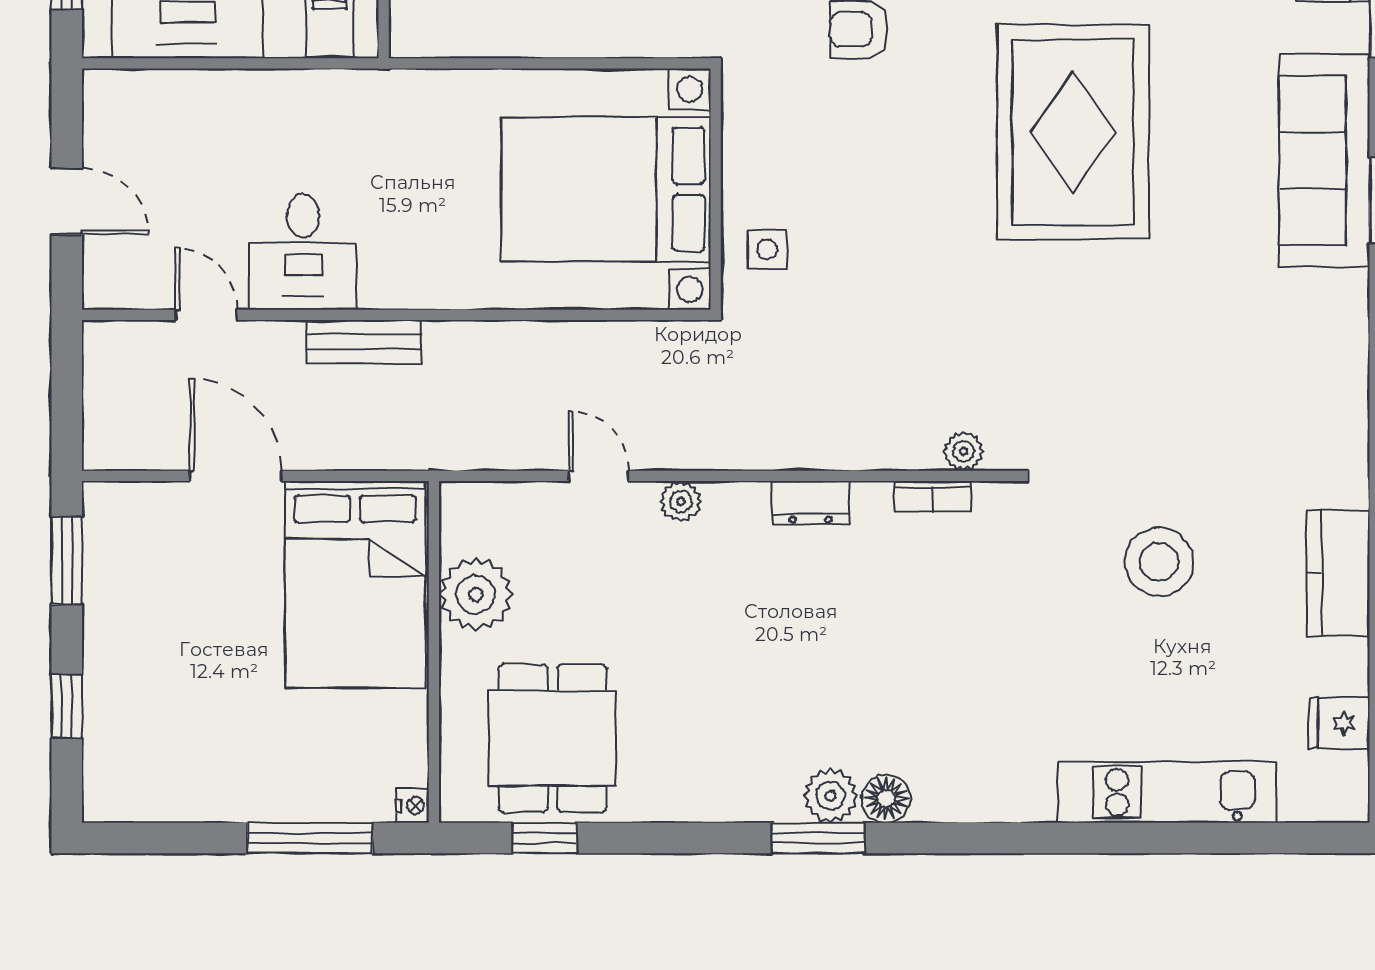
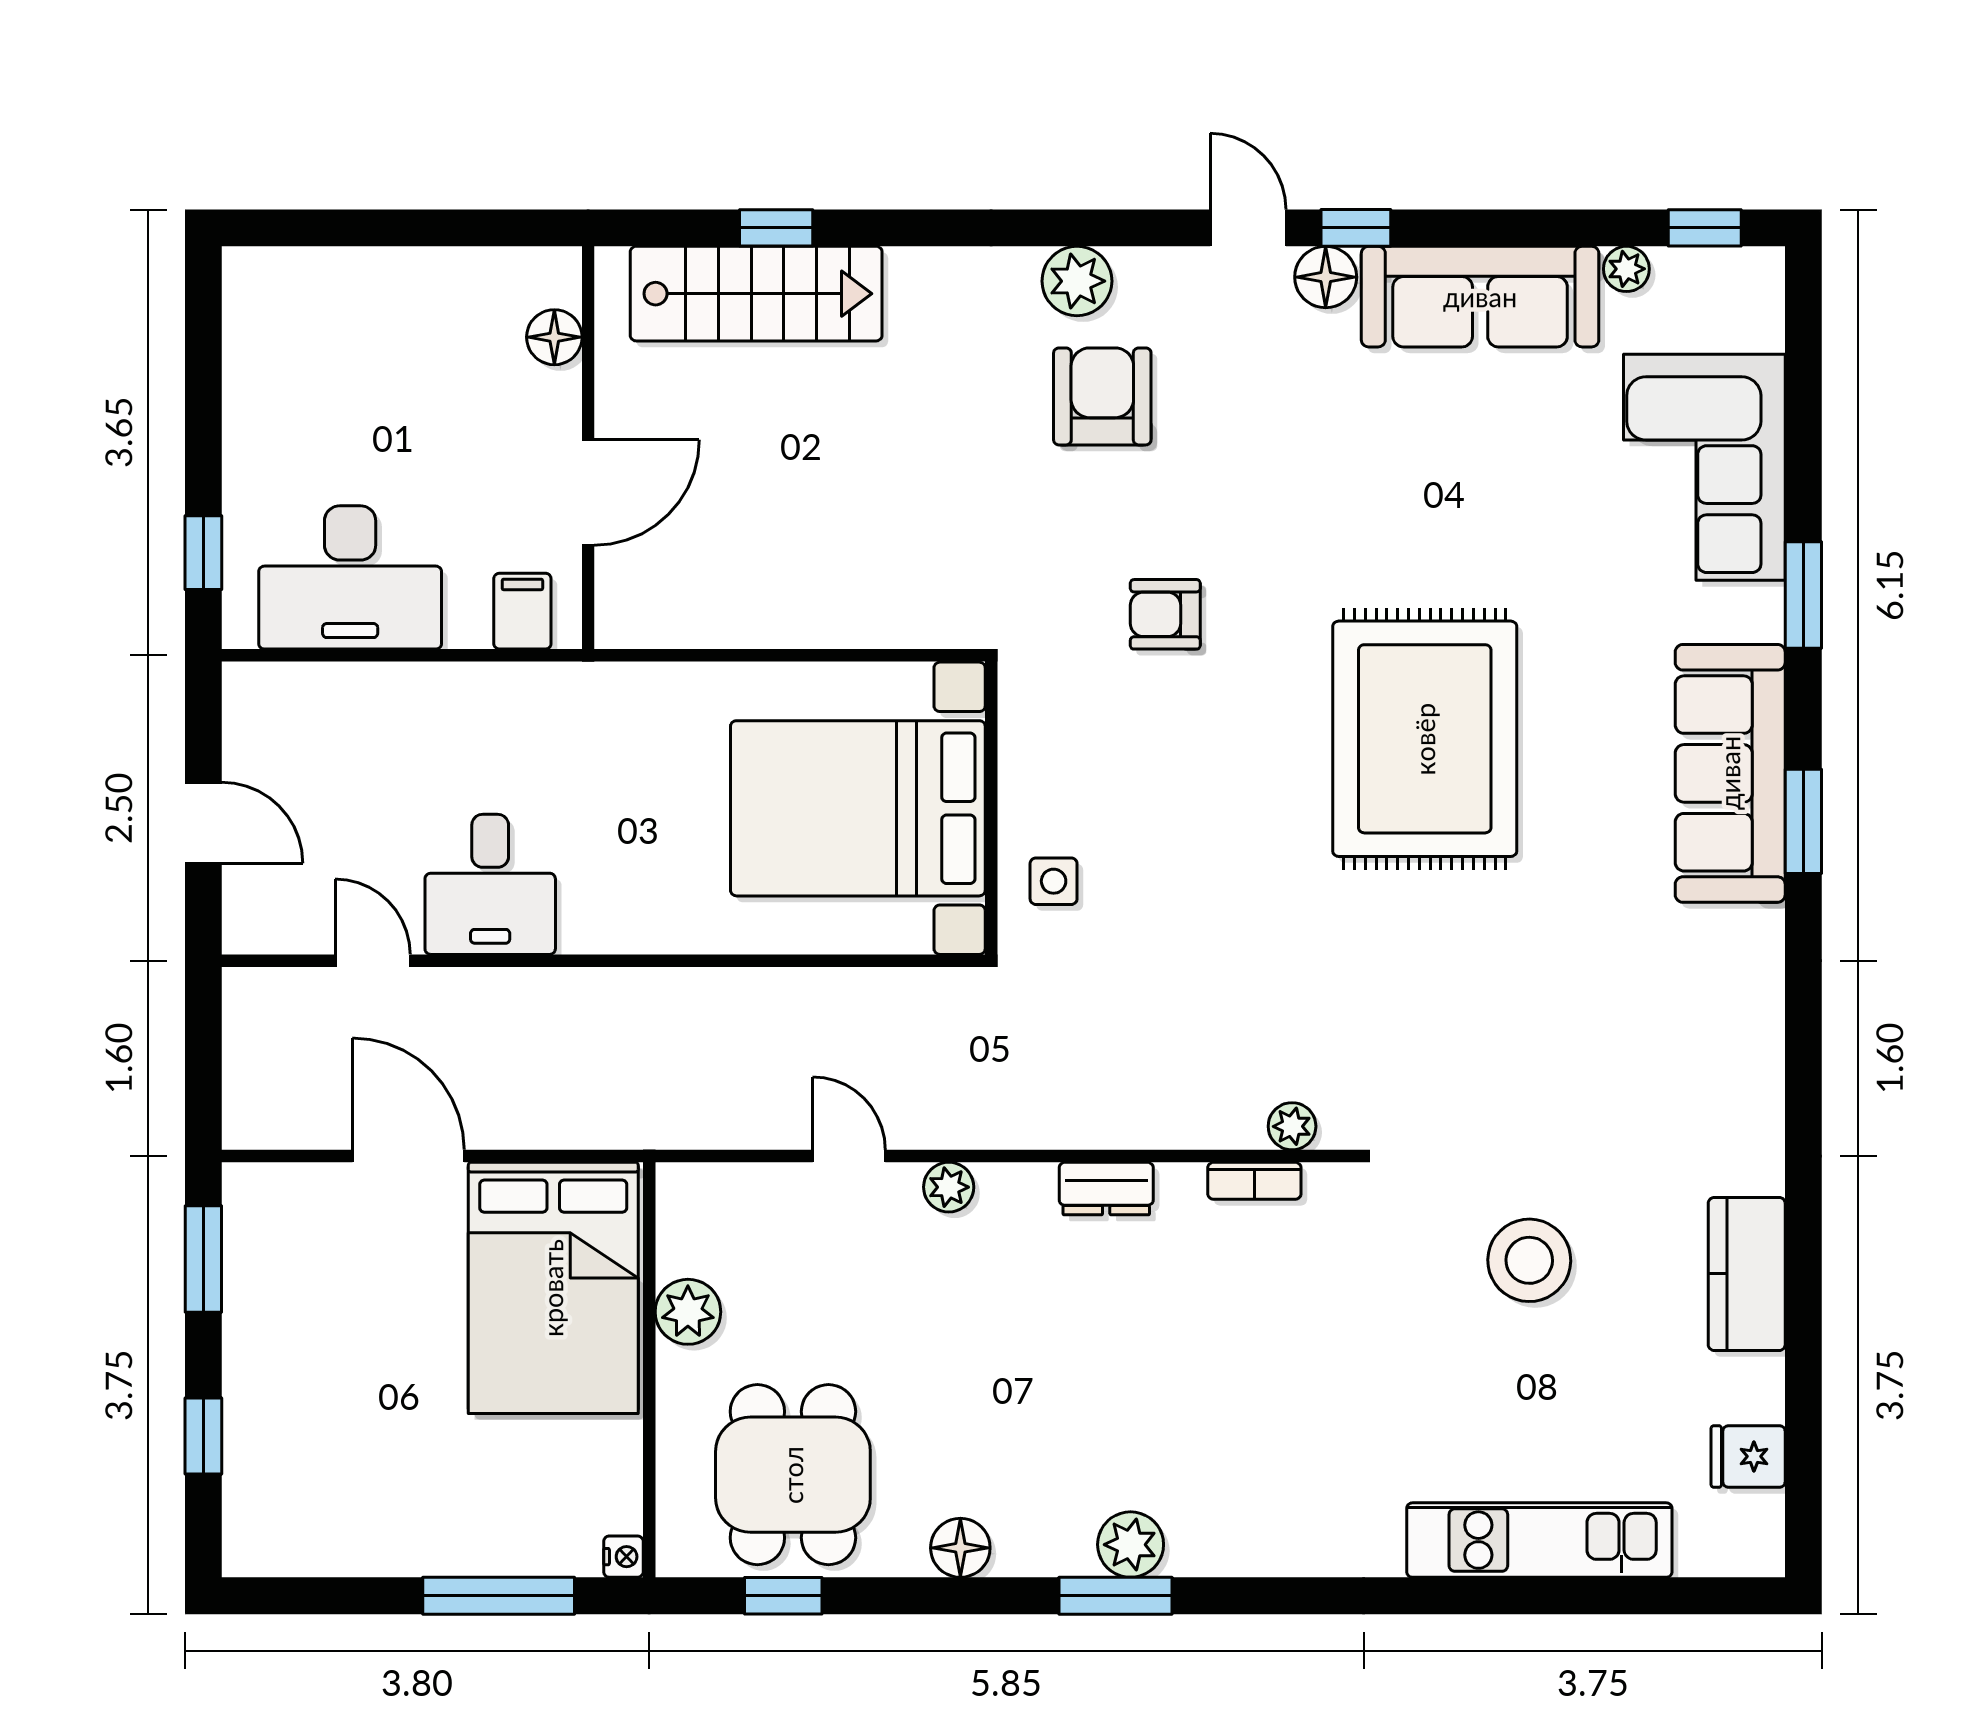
bench: (364, 342) -> (564, 993), removed
plant: (476, 594) -> (688, 1312), width x0.73, depth x0.73
floor lamp: (886, 799) -> (960, 1548), moved

